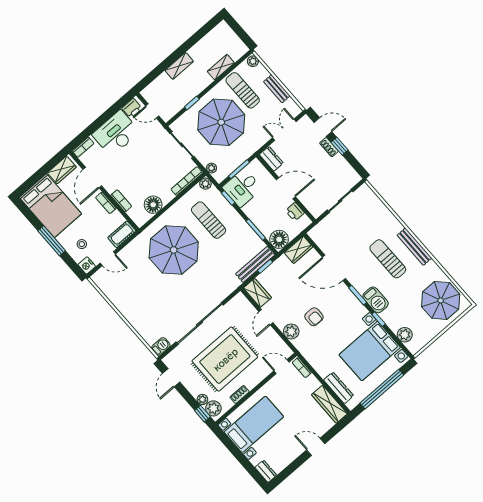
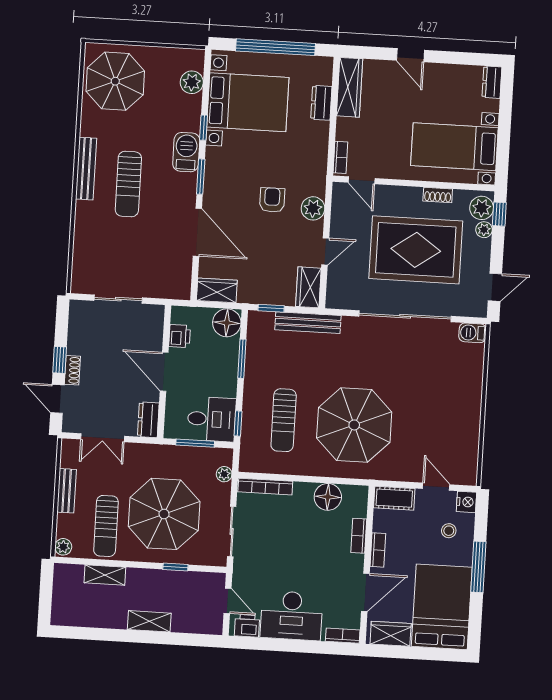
plant: (205, 184) -> (248, 464), removed
bench: (255, 264) -> (308, 323), moved
dresser: (339, 388) -> (321, 103), width x0.70

